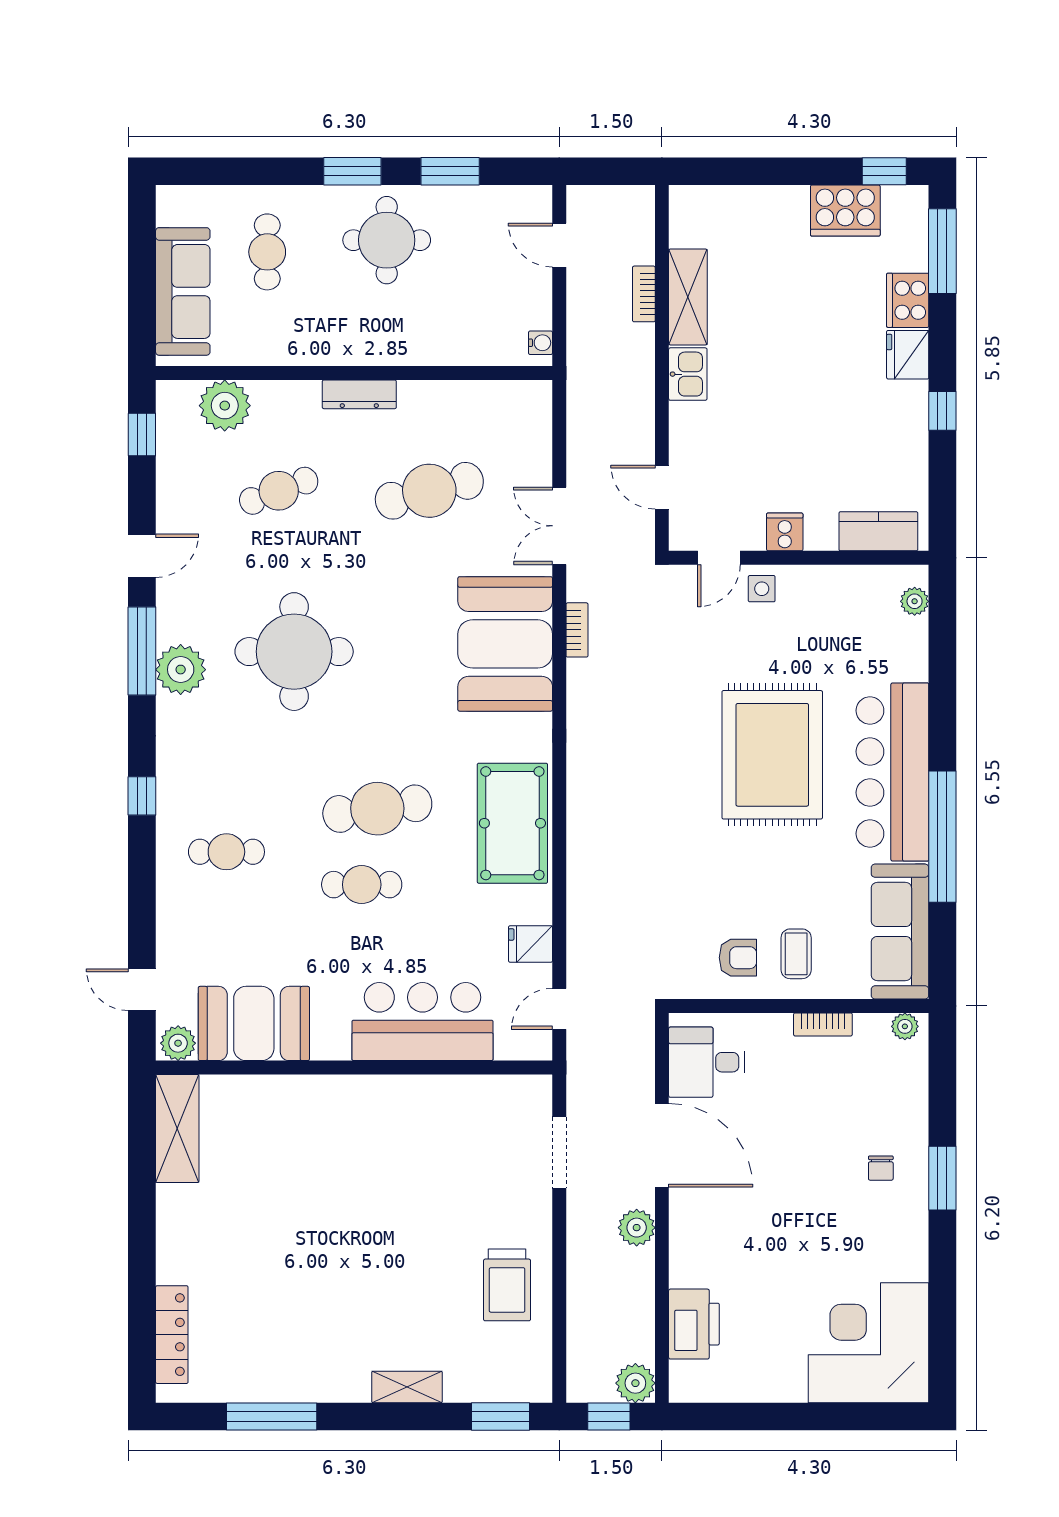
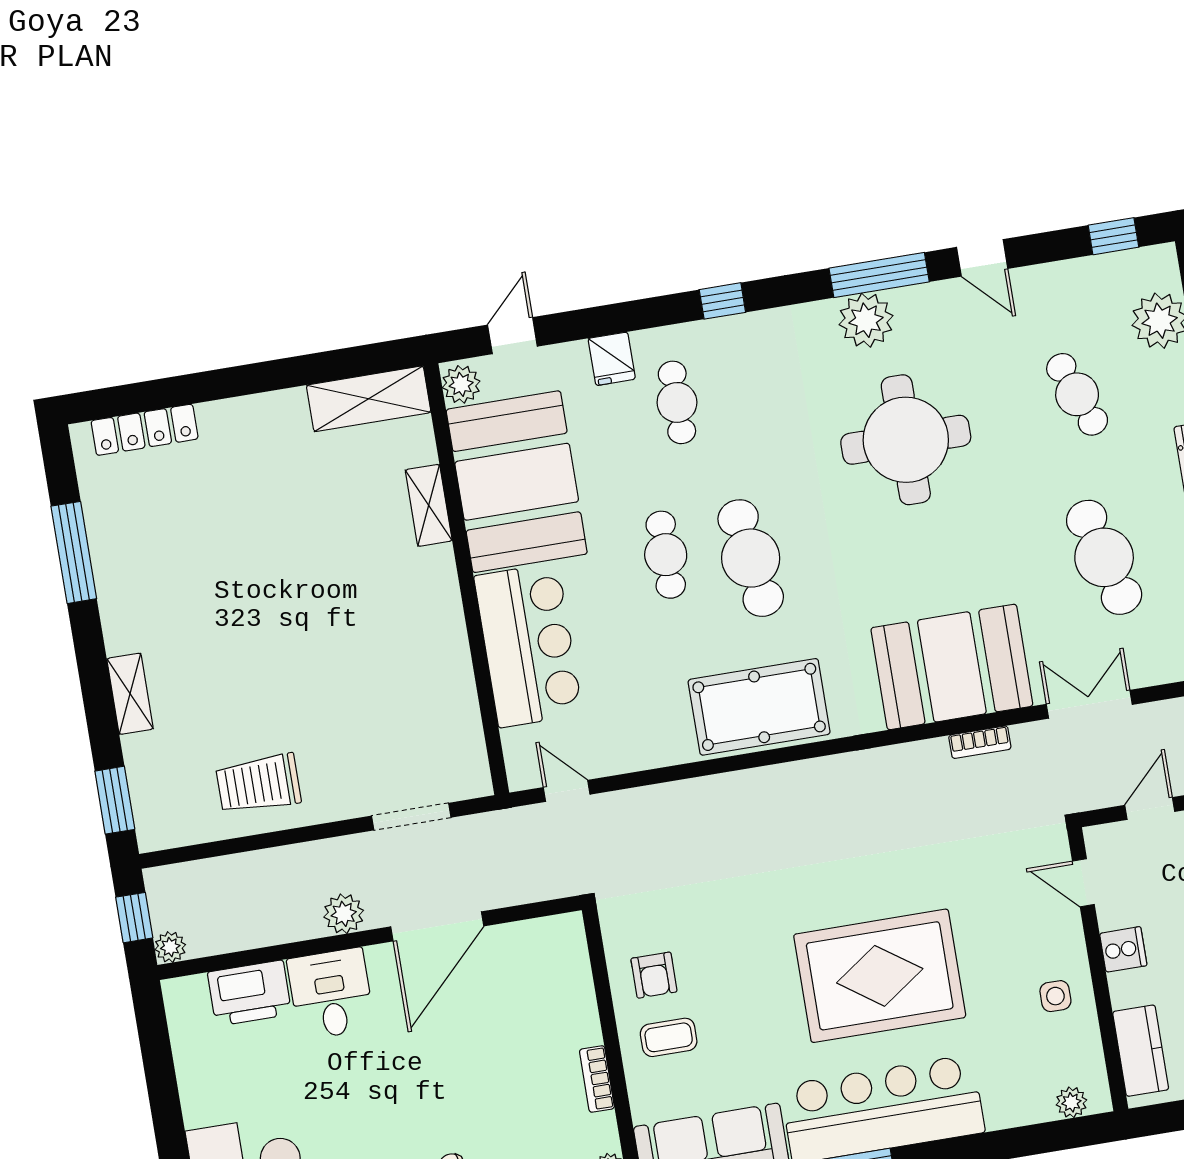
side table: (762, 589) -> (1055, 996), moved
fridge: (531, 944) -> (612, 359), moved, turned 180
booth: (254, 1023) -> (517, 482), width x1.36, depth x1.42
desk: (707, 1062) -> (331, 994), moved
shelving: (282, 1090) -> (429, 505), added
plant: (635, 1383) -> (170, 947), width x0.73, depth x0.73

